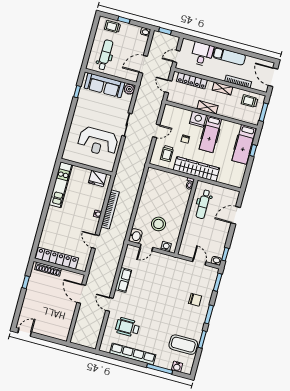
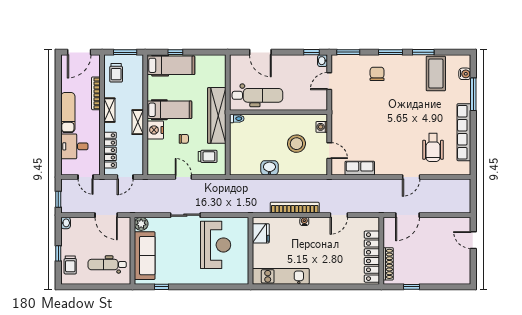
dental chair: (203, 204) -> (257, 95), width x1.36, depth x1.38
washbasin: (135, 236) -> (269, 168), moved
row of seats: (123, 280) -> (360, 168), moved
door: (25, 332) -> (473, 240), moved

